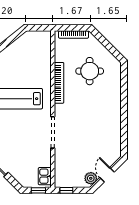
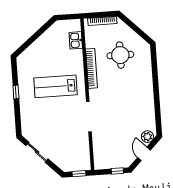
kitchen sink: (45, 176) -> (76, 40), moved
plant: (91, 178) -> (147, 137), moved
window: (66, 190) -> (117, 171), moved

